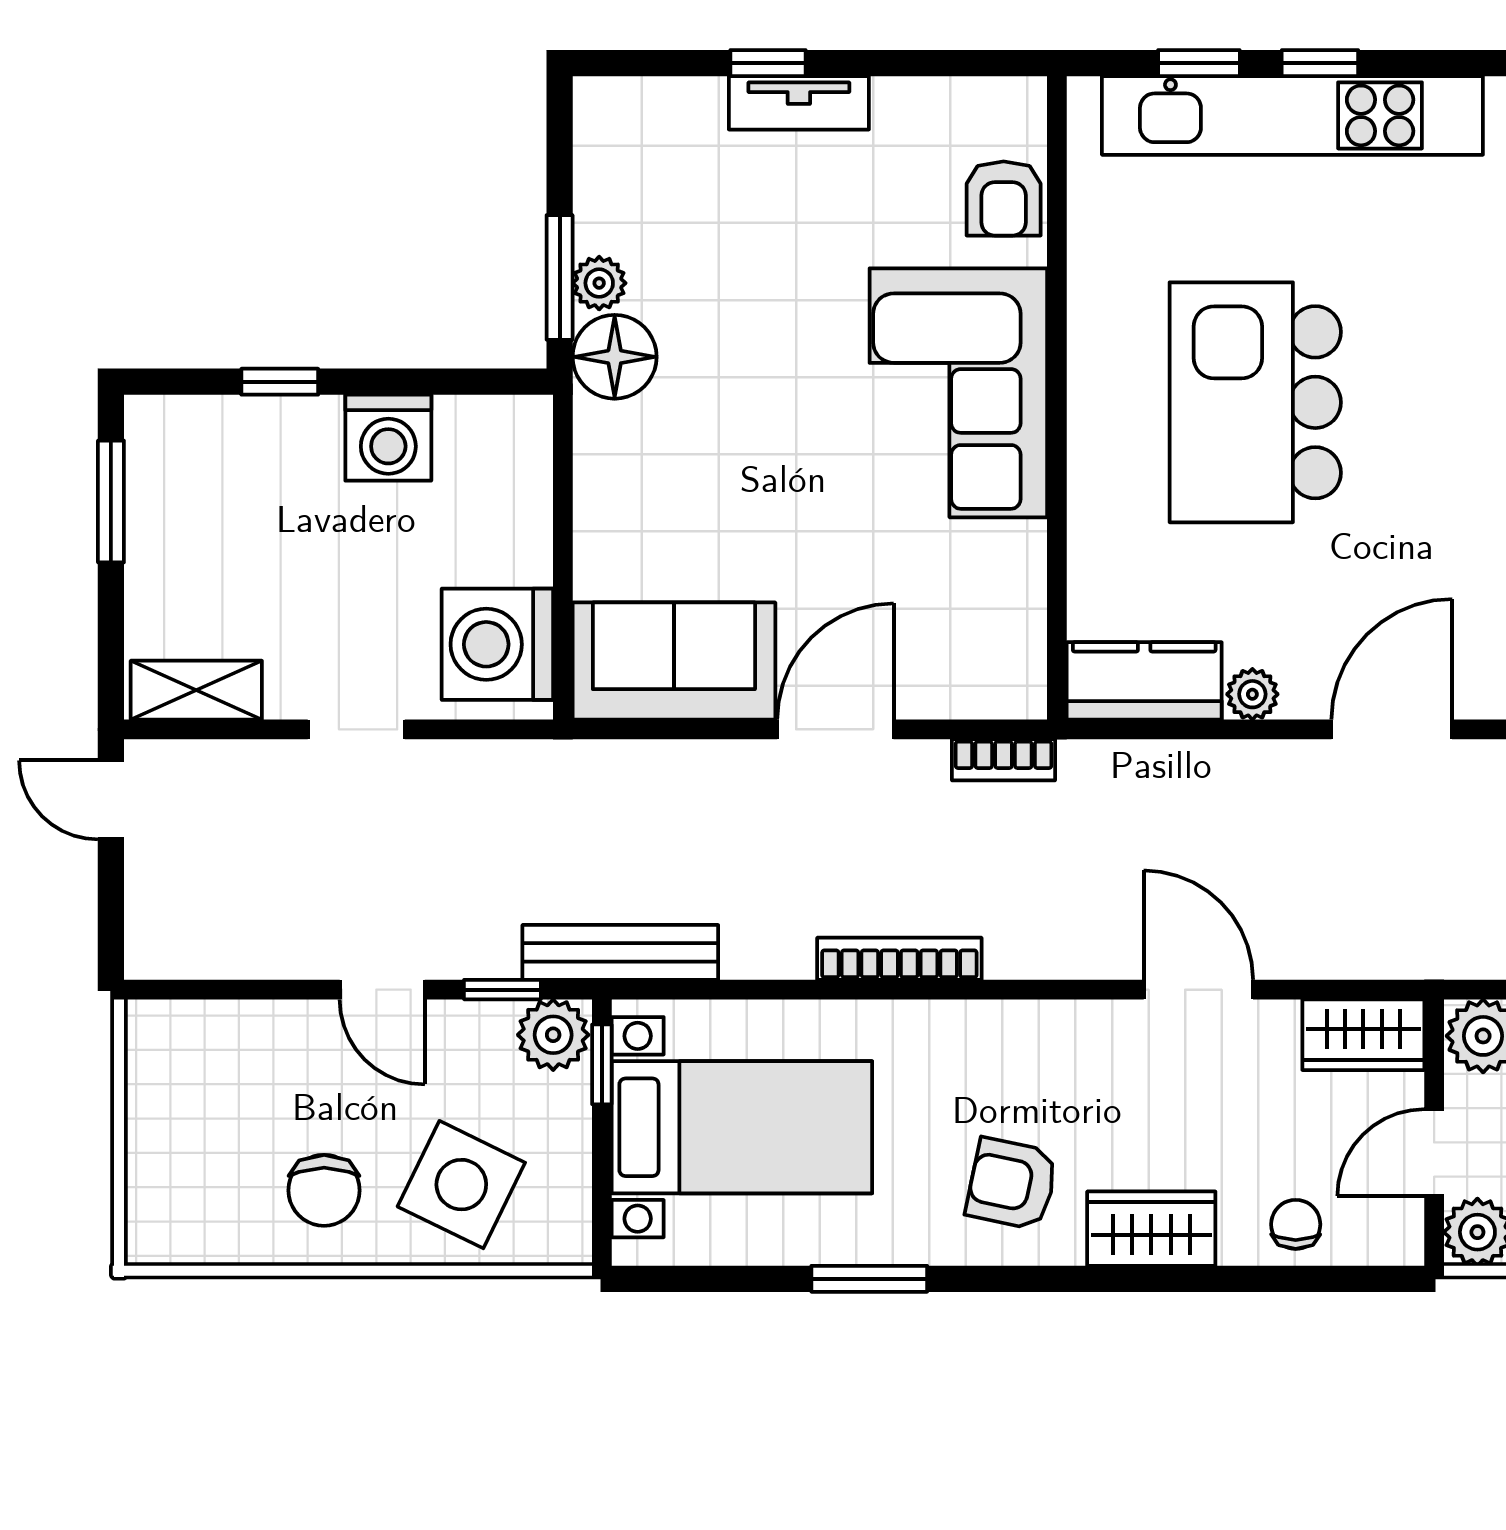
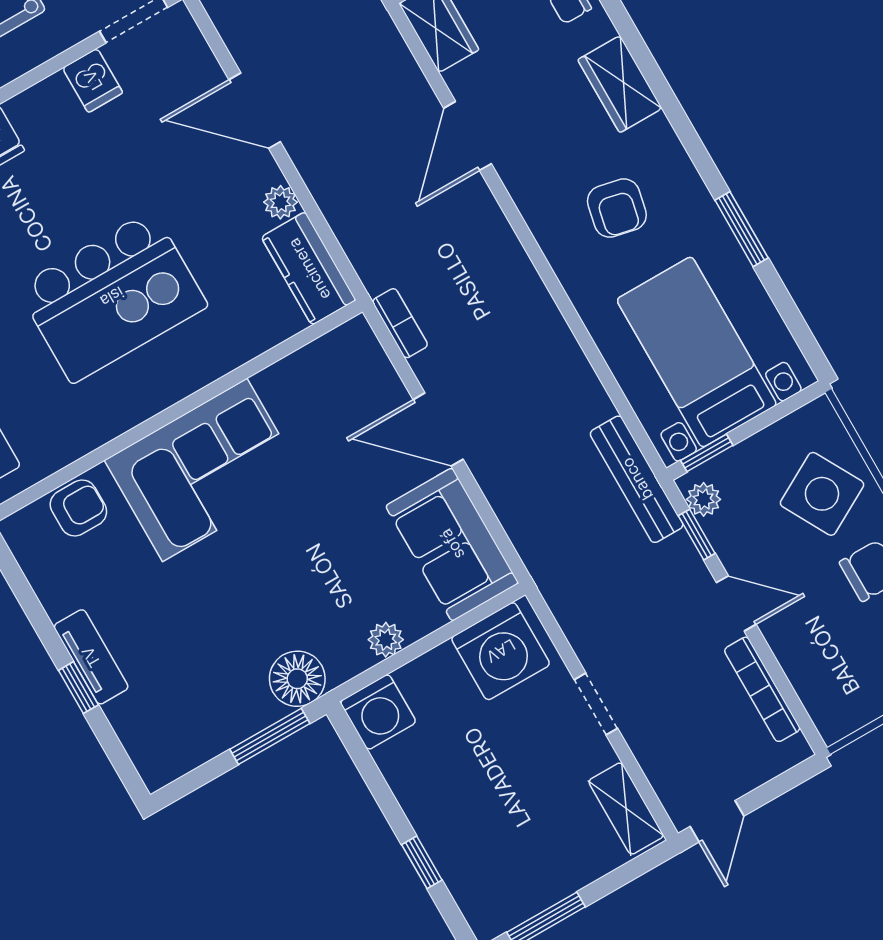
plant: (599, 283) -> (386, 640), moved
washing machine: (388, 438) -> (378, 712), moved, turned 90
bookcase: (899, 959) -> (762, 689), moved
door: (382, 990) -> (736, 603), hinge flipped
plant: (553, 1035) -> (704, 499), width x0.73, depth x0.73
armchair: (1012, 1184) -> (617, 208), moved
side table: (461, 1185) -> (822, 494), turned 35

